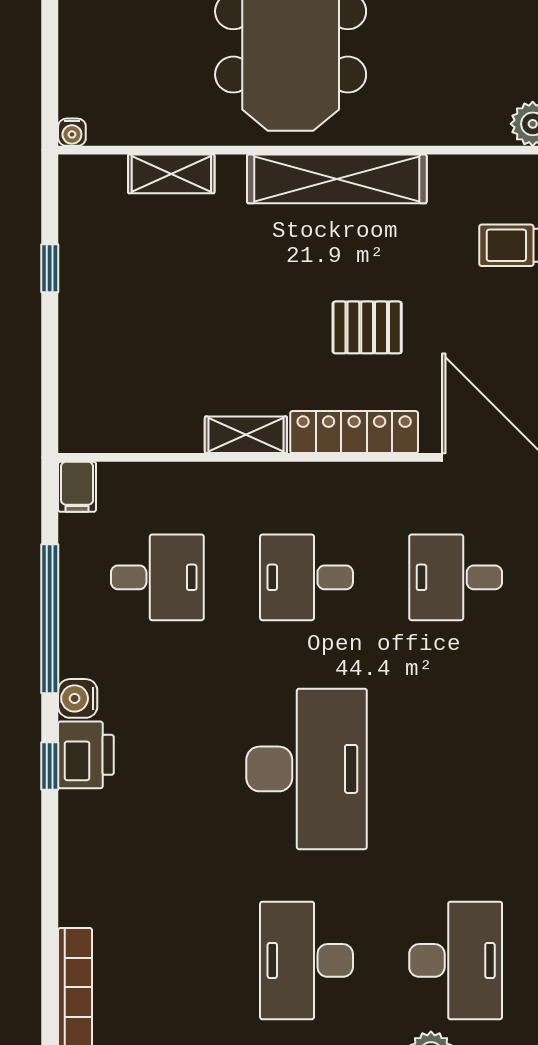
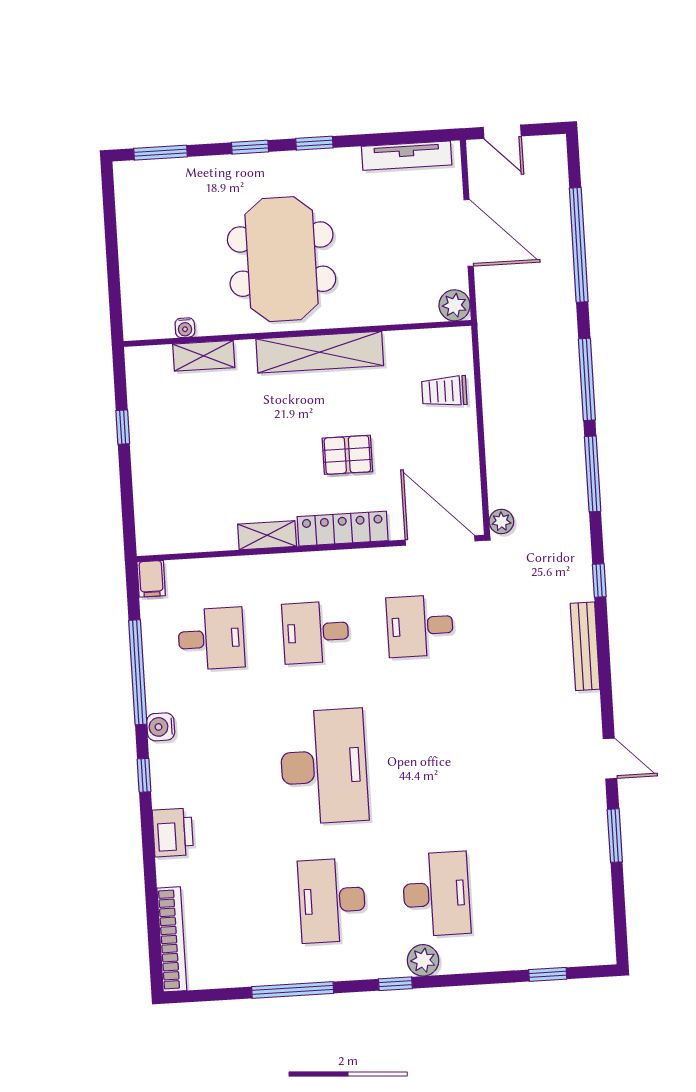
water cooler: (72, 132) -> (185, 328), moved
printer: (86, 755) -> (173, 832), moved

